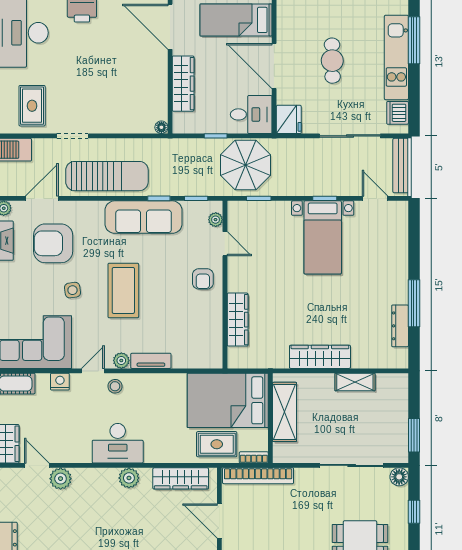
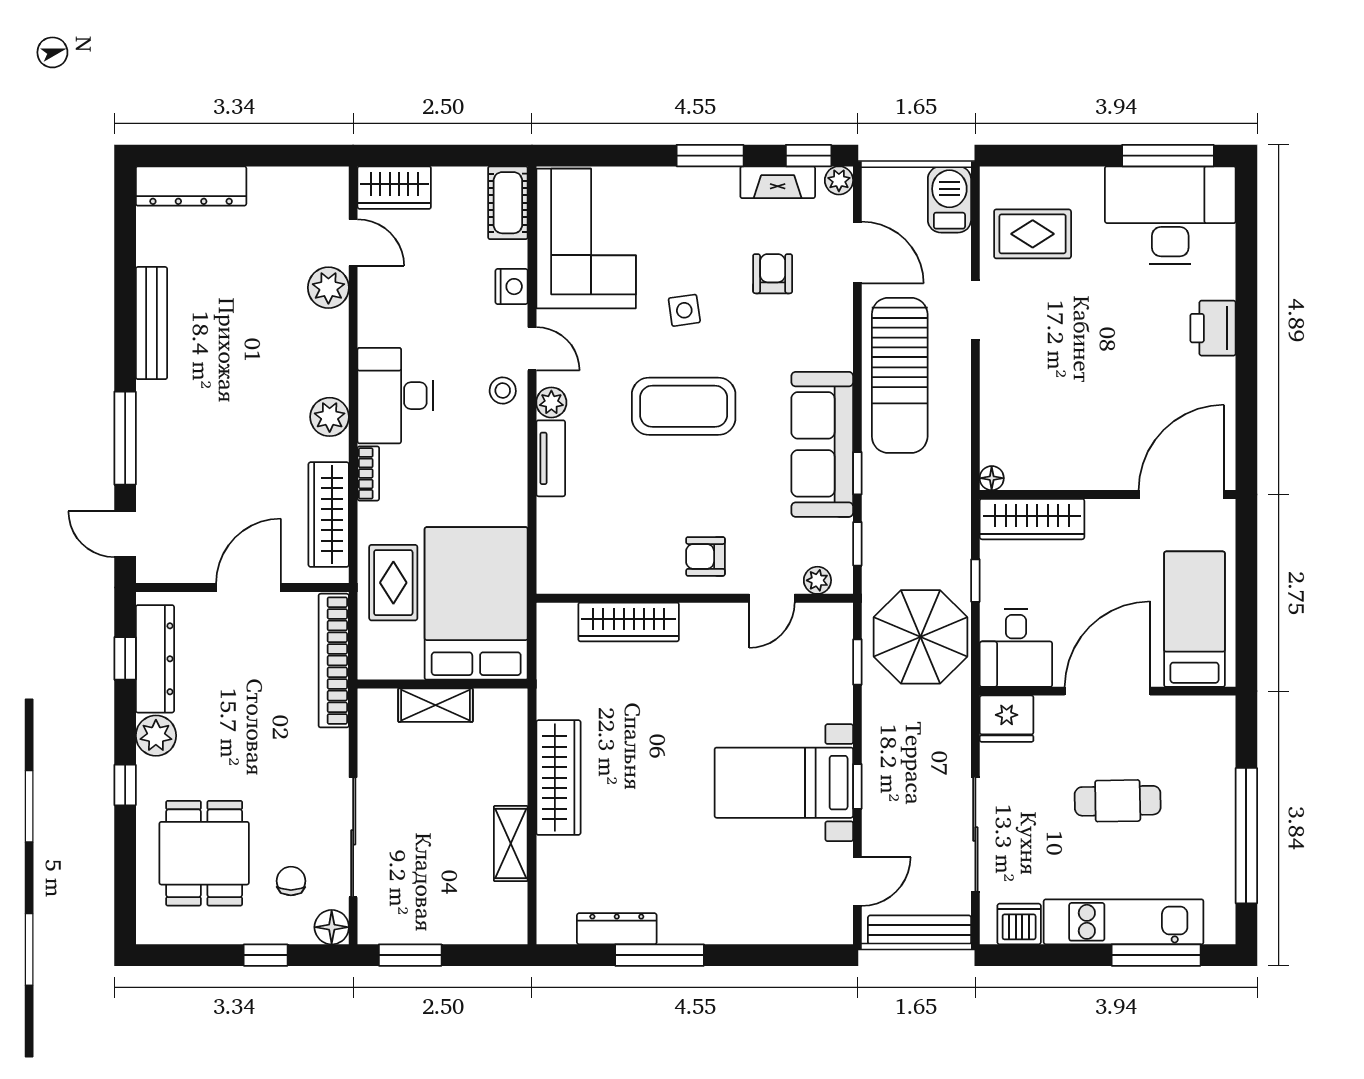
wardrobe: (183, 84) -> (1032, 519), moved
armchair: (53, 243) -> (773, 274), width x0.53, depth x0.53
shelving: (285, 412) -> (435, 705), width x0.67, depth x0.75
bookcase: (254, 457) -> (368, 473), moved
door: (37, 465) -> (353, 243), hinge flipped
chair: (375, 498) -> (291, 881), added

